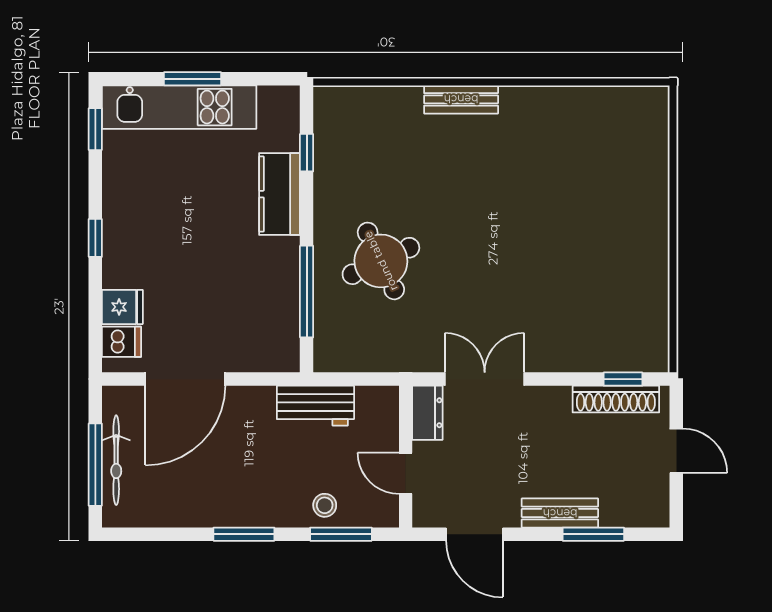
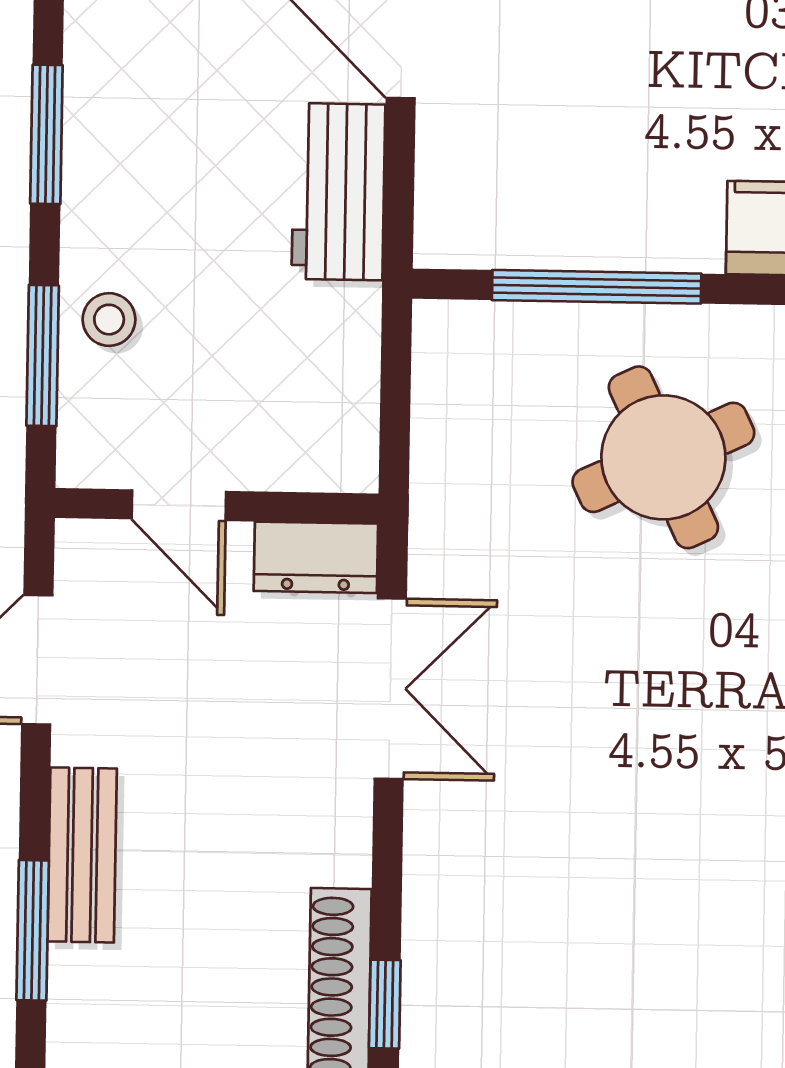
workbench: (315, 406) -> (338, 192), moved
door: (406, 473) -> (179, 505), swing flipped

